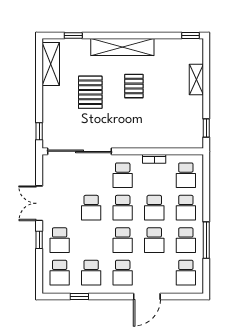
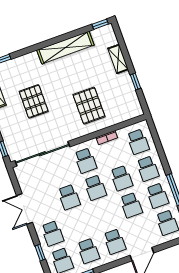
shelving: (122, 47) -> (65, 48), moved
pallet: (134, 86) -> (89, 106), moved, width x1.50, depth x1.42
window: (206, 128) -> (136, 82), moved
window: (39, 240) -> (40, 253), moved
school desk: (123, 240) -> (105, 215), removed

